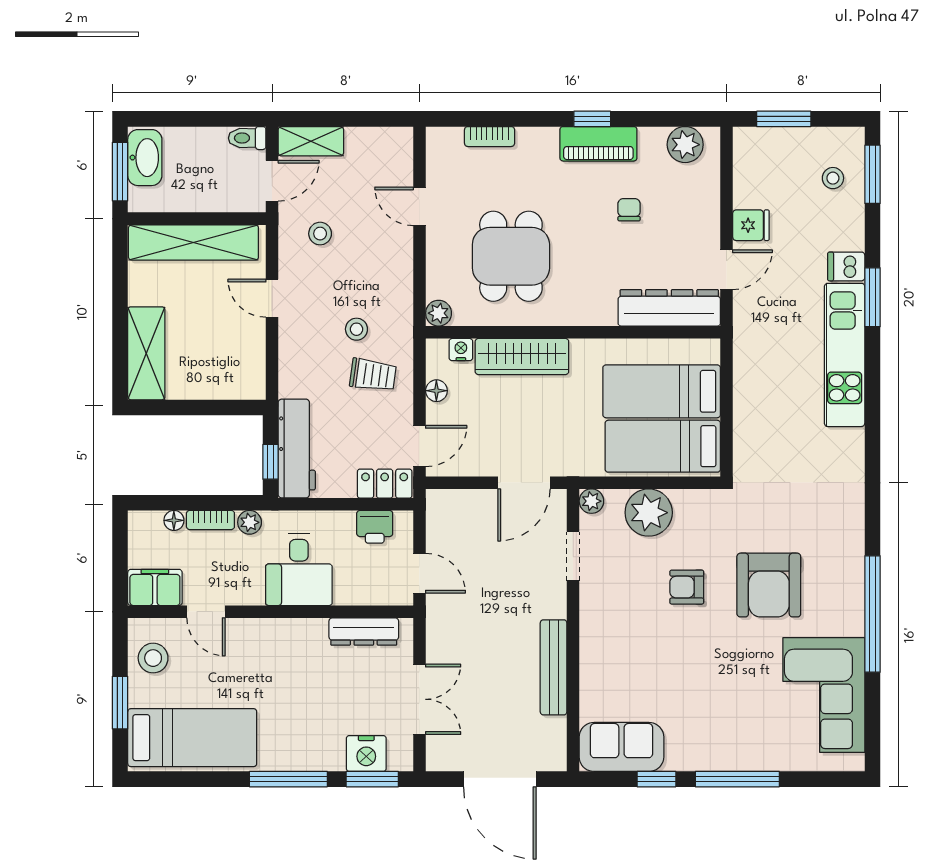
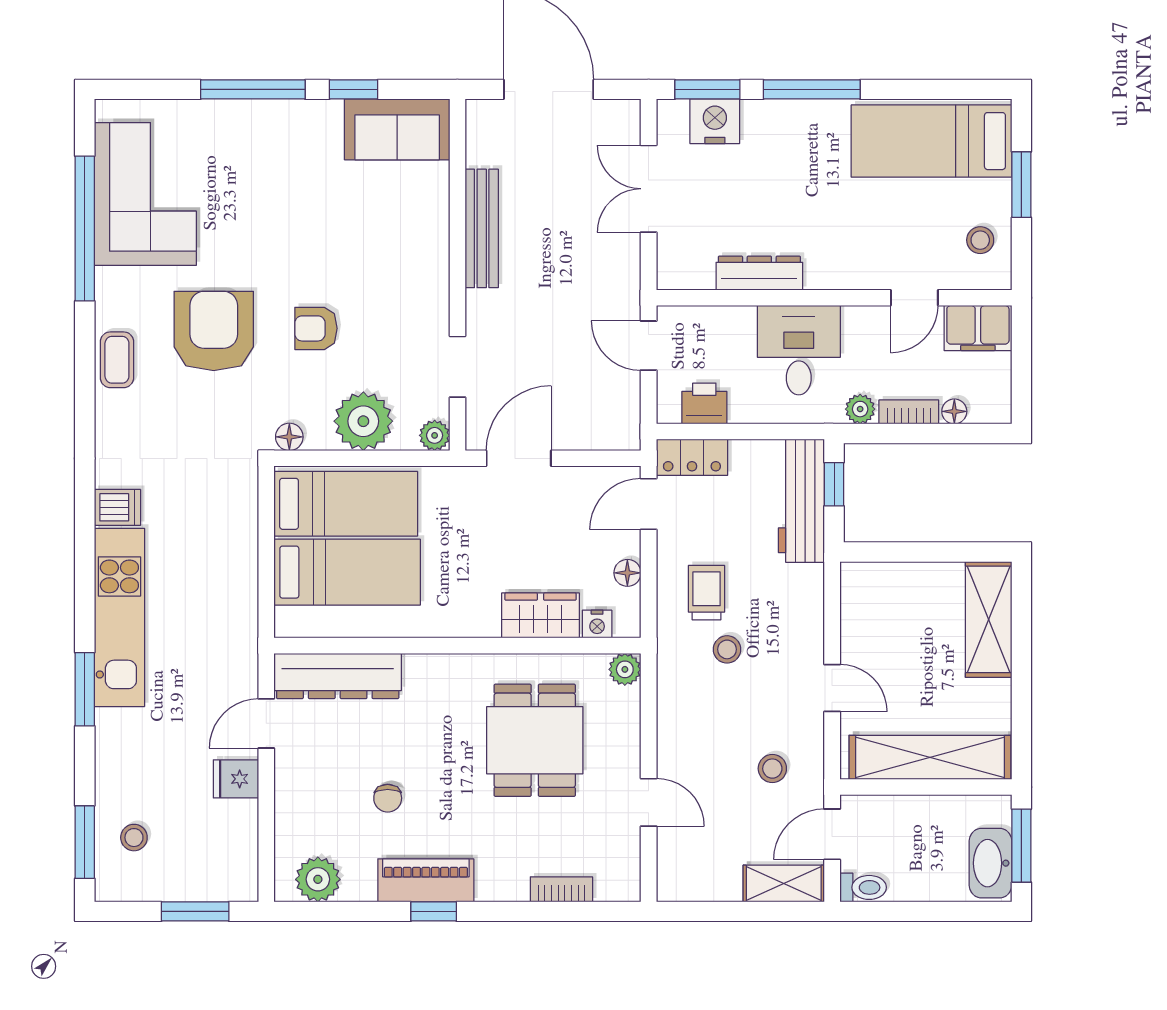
dishwasher: (846, 266) -> (117, 507), moved
wardrobe: (522, 356) -> (540, 615), width x0.67
trolley: (373, 375) -> (706, 593), turned 82
floor lamp: (708, 500) -> (289, 437), added
coffee table: (847, 562) -> (117, 360), added
armchair: (687, 587) -> (316, 328), turned 180
door: (206, 612) -> (914, 298), swing flipped
window: (872, 614) -> (85, 228), moved
dresser: (364, 631) -> (759, 273), moved
stool: (153, 658) -> (980, 240), width x0.73, depth x0.73

